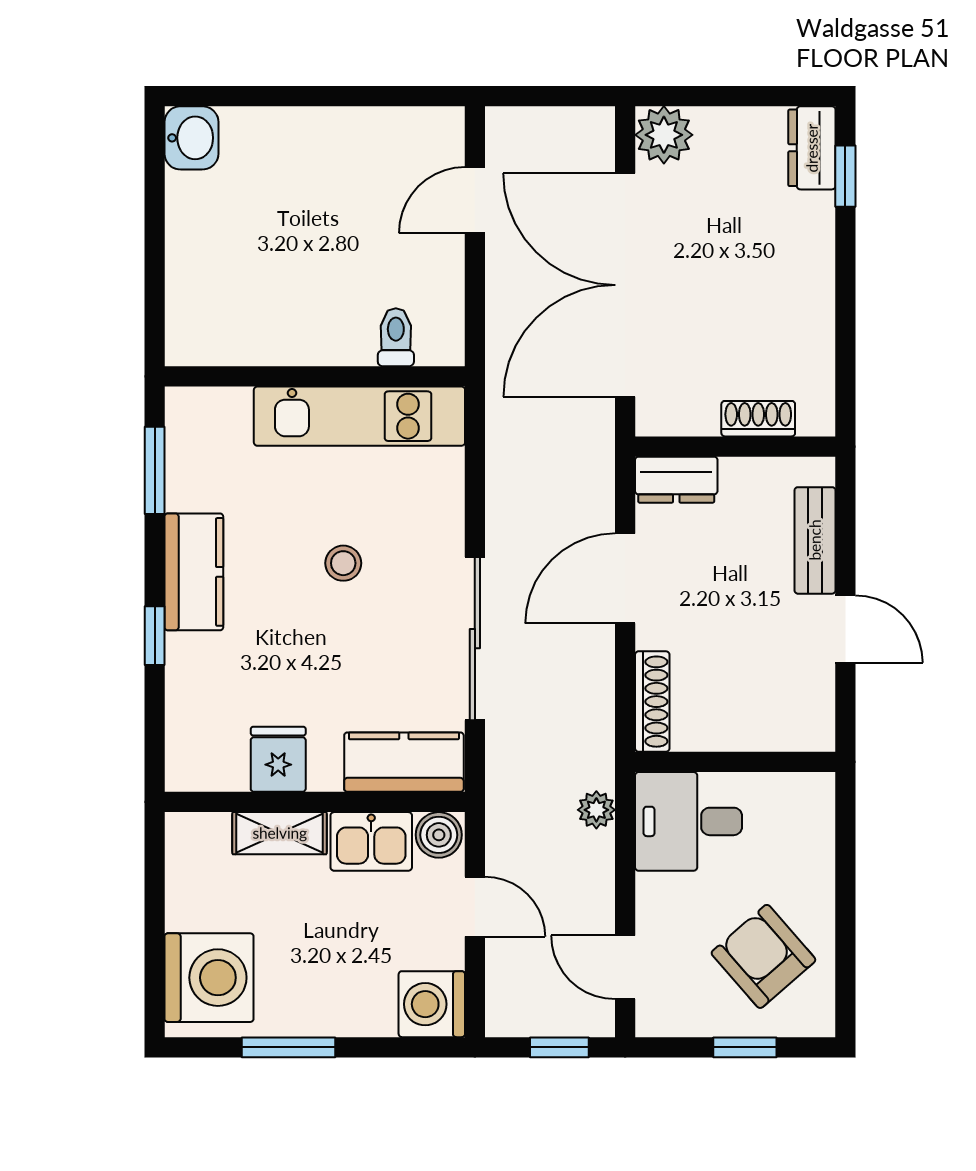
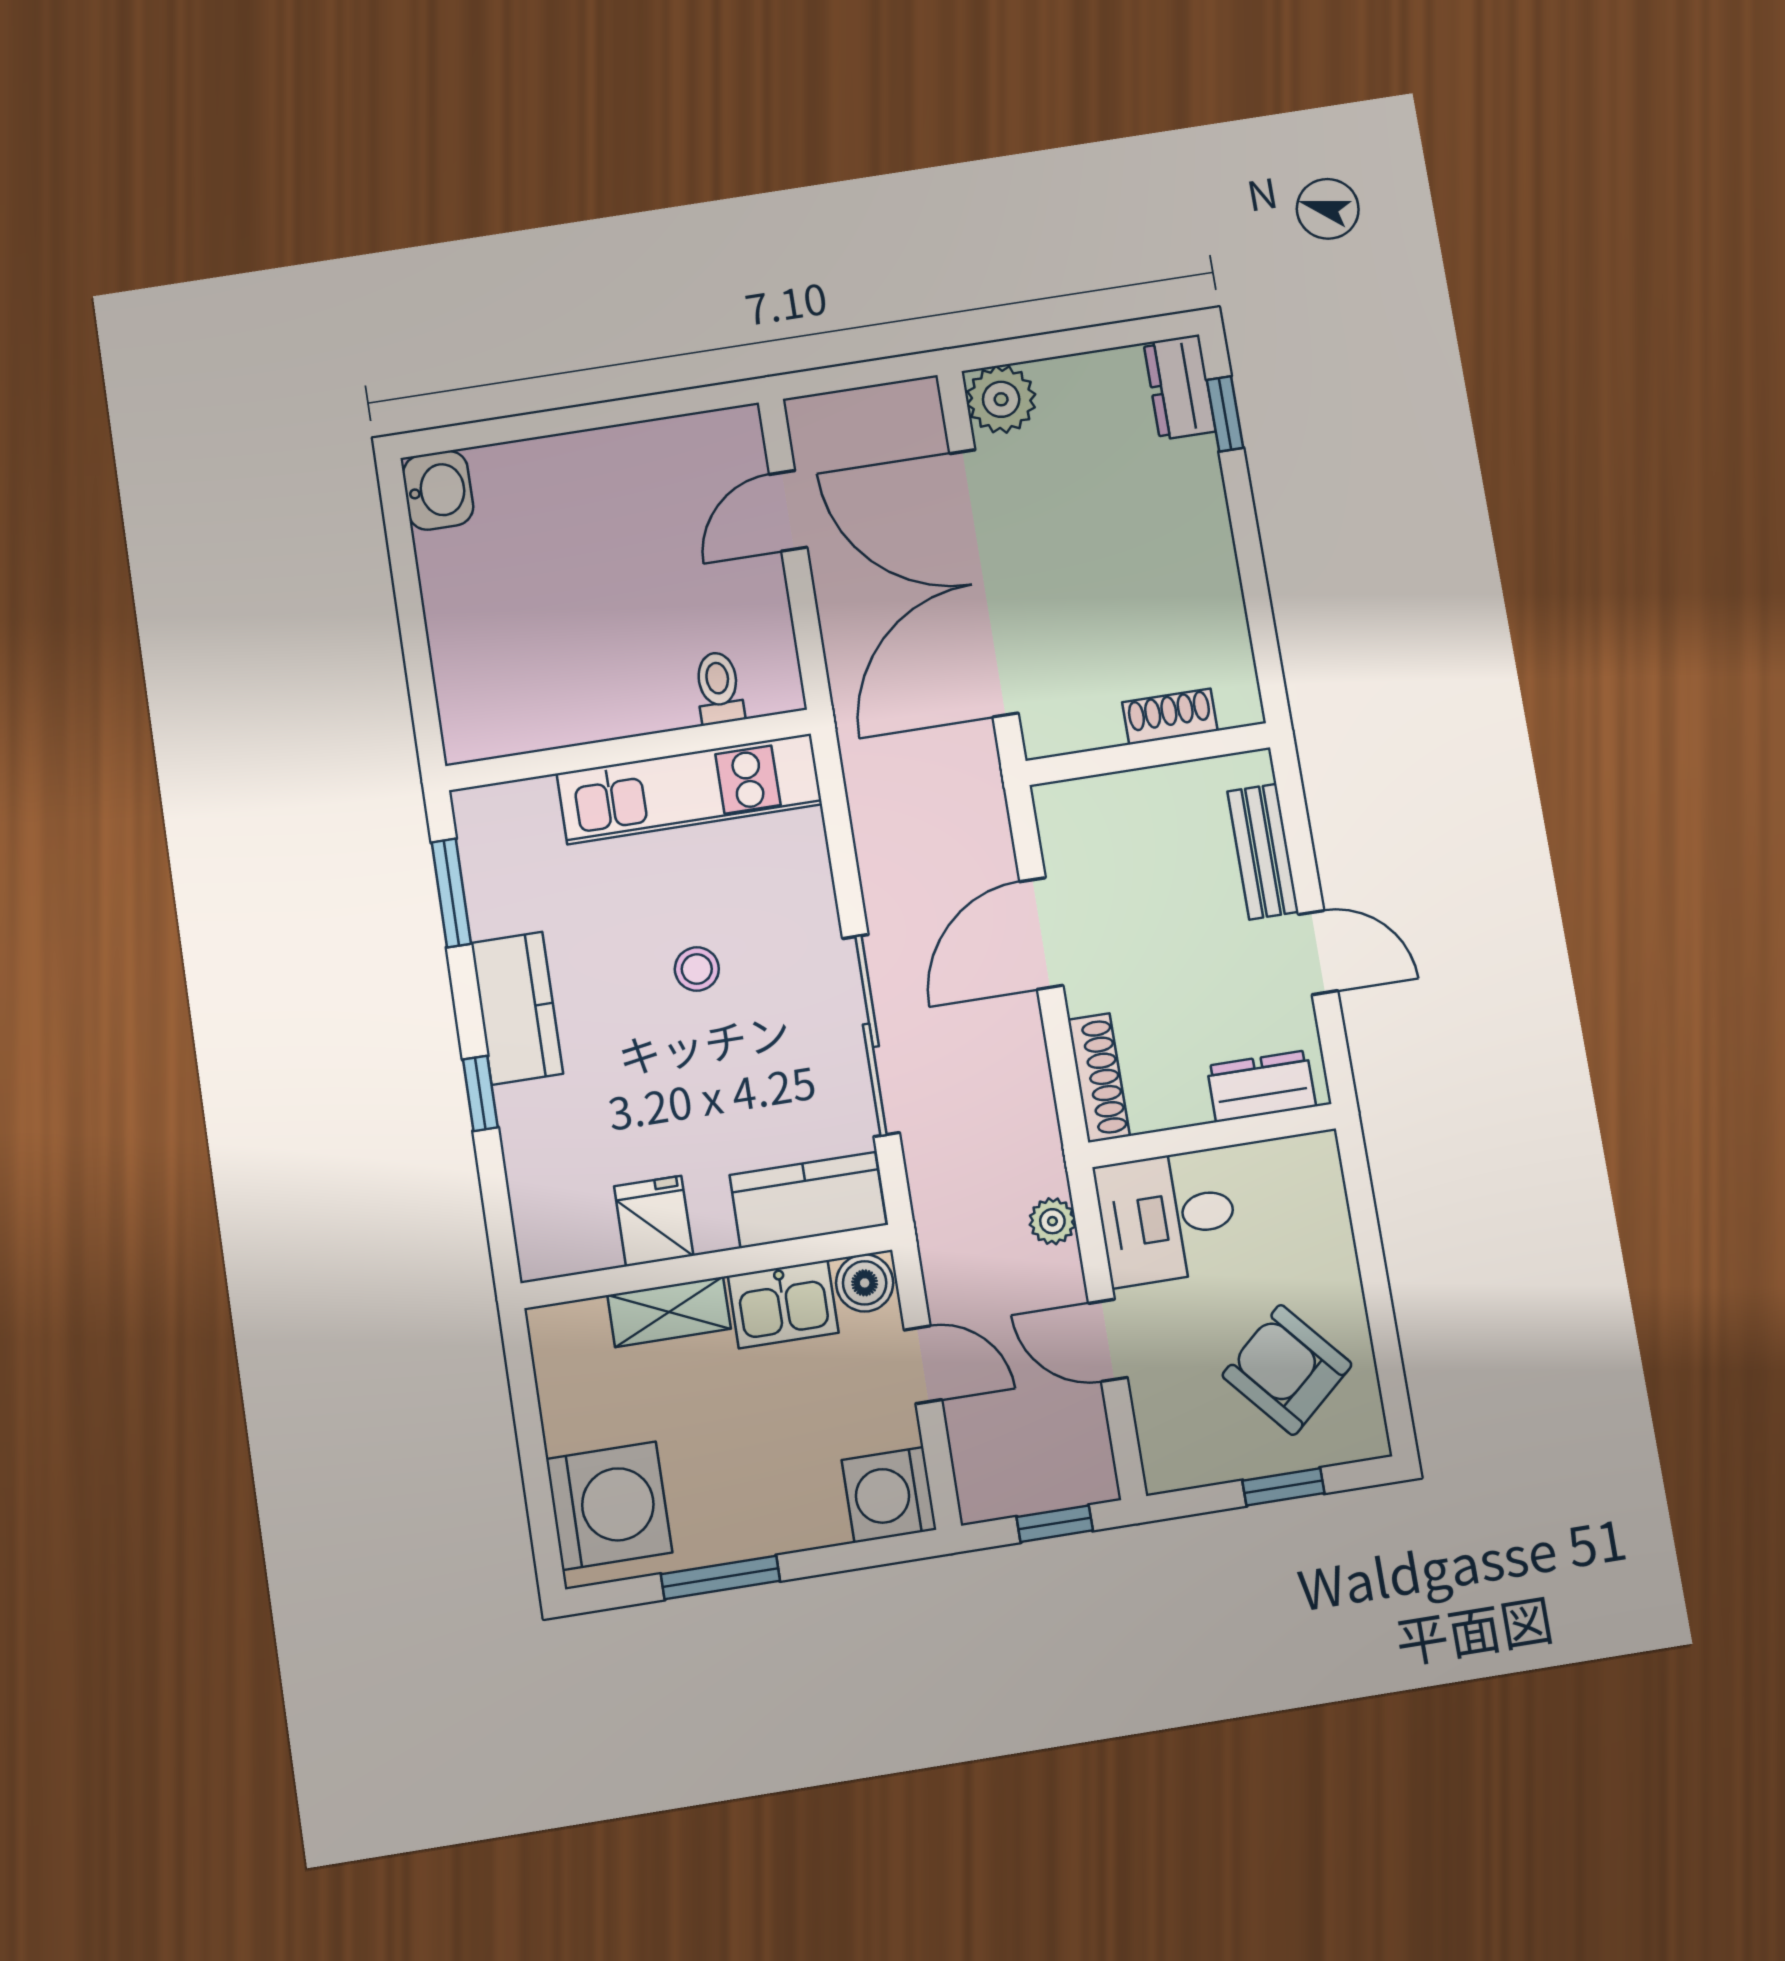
dresser: (676, 480) -> (1261, 1086), moved, turned 180
door: (625, 967) -> (1108, 1340), moved

